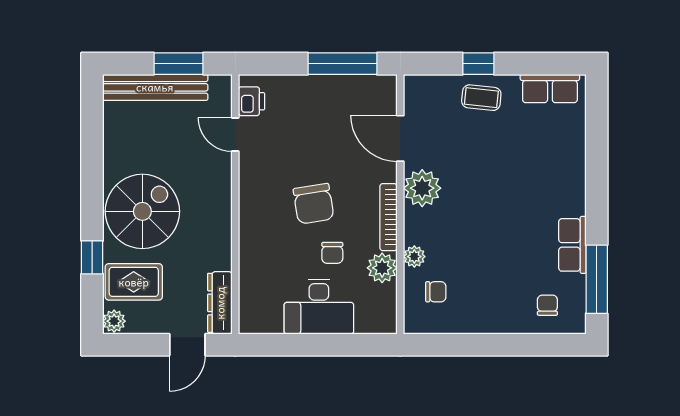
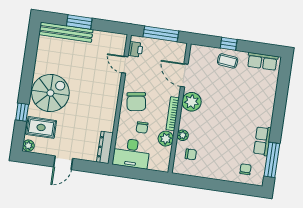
printer: (252, 101) -> (135, 49), moved
door: (235, 135) -> (125, 65), moved
wall: (235, 204) -> (120, 99), moved
dresser: (220, 303) -> (105, 147), moved

